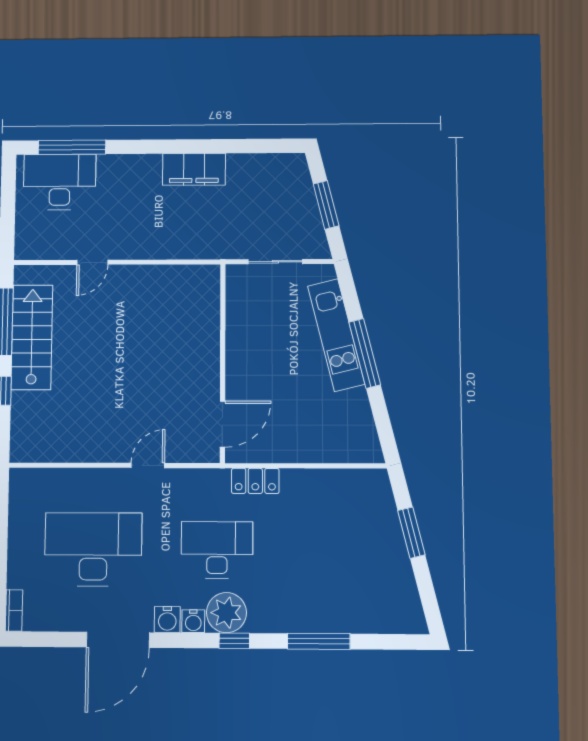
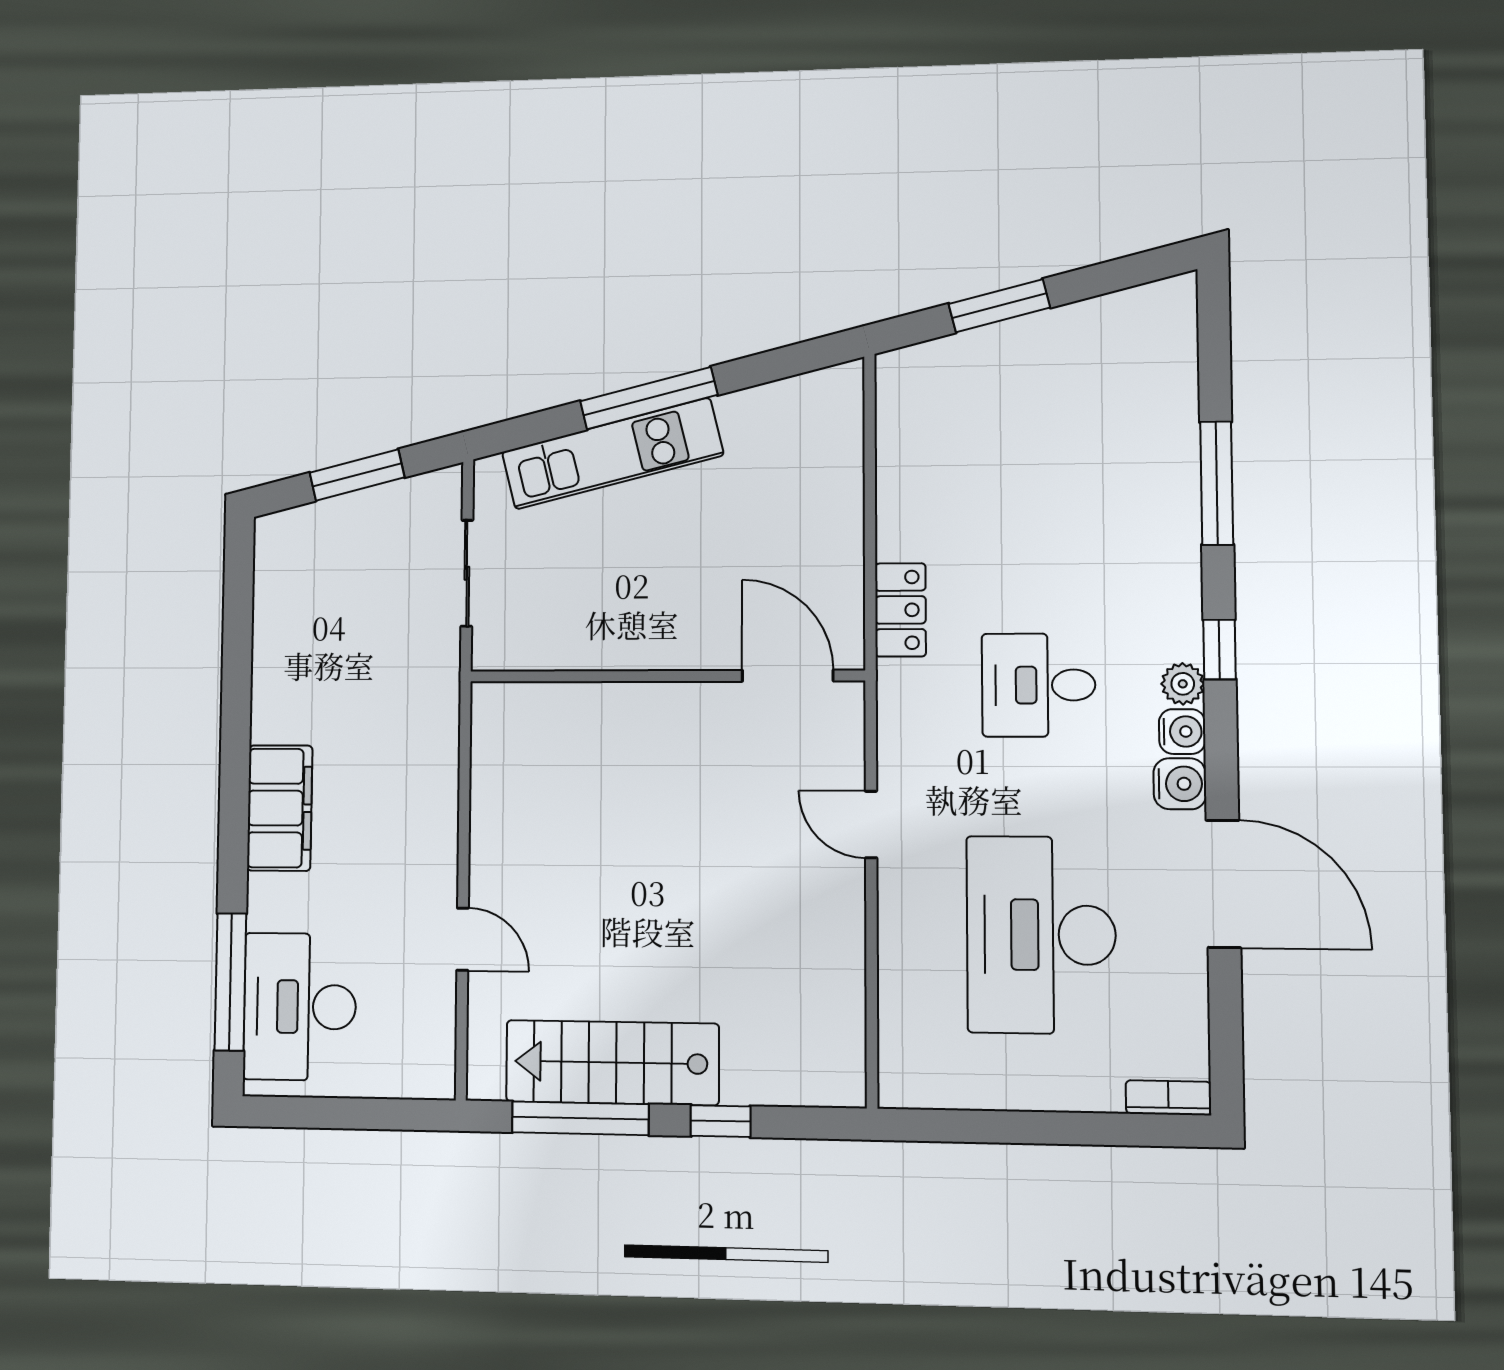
filing cabinet: (194, 169) -> (280, 808), moved
desk: (217, 550) -> (1039, 685), width x0.73
plant: (226, 613) -> (1183, 684), width x0.53, depth x0.53

